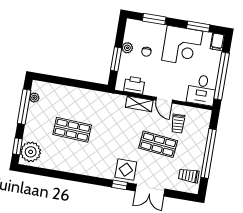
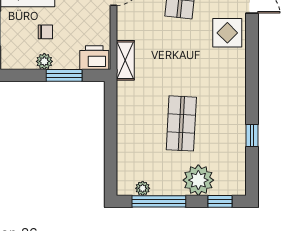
printer: (134, 85) -> (94, 58), moved, turned 90
shelving: (139, 104) -> (125, 60), moved
plant: (31, 152) -> (198, 180), moved
window: (120, 185) -> (252, 136), moved

